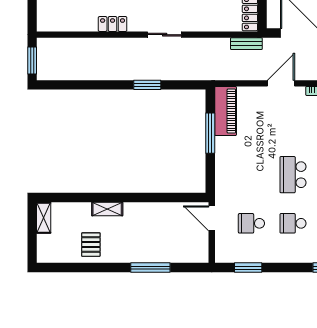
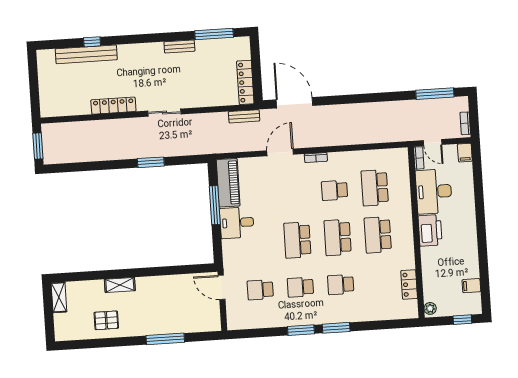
locker: (113, 24) -> (113, 106), width x1.53
desk: (232, 153) -> (237, 223), added
pallet: (91, 245) -> (106, 320), turned 90
window: (248, 268) -> (301, 330), moved

